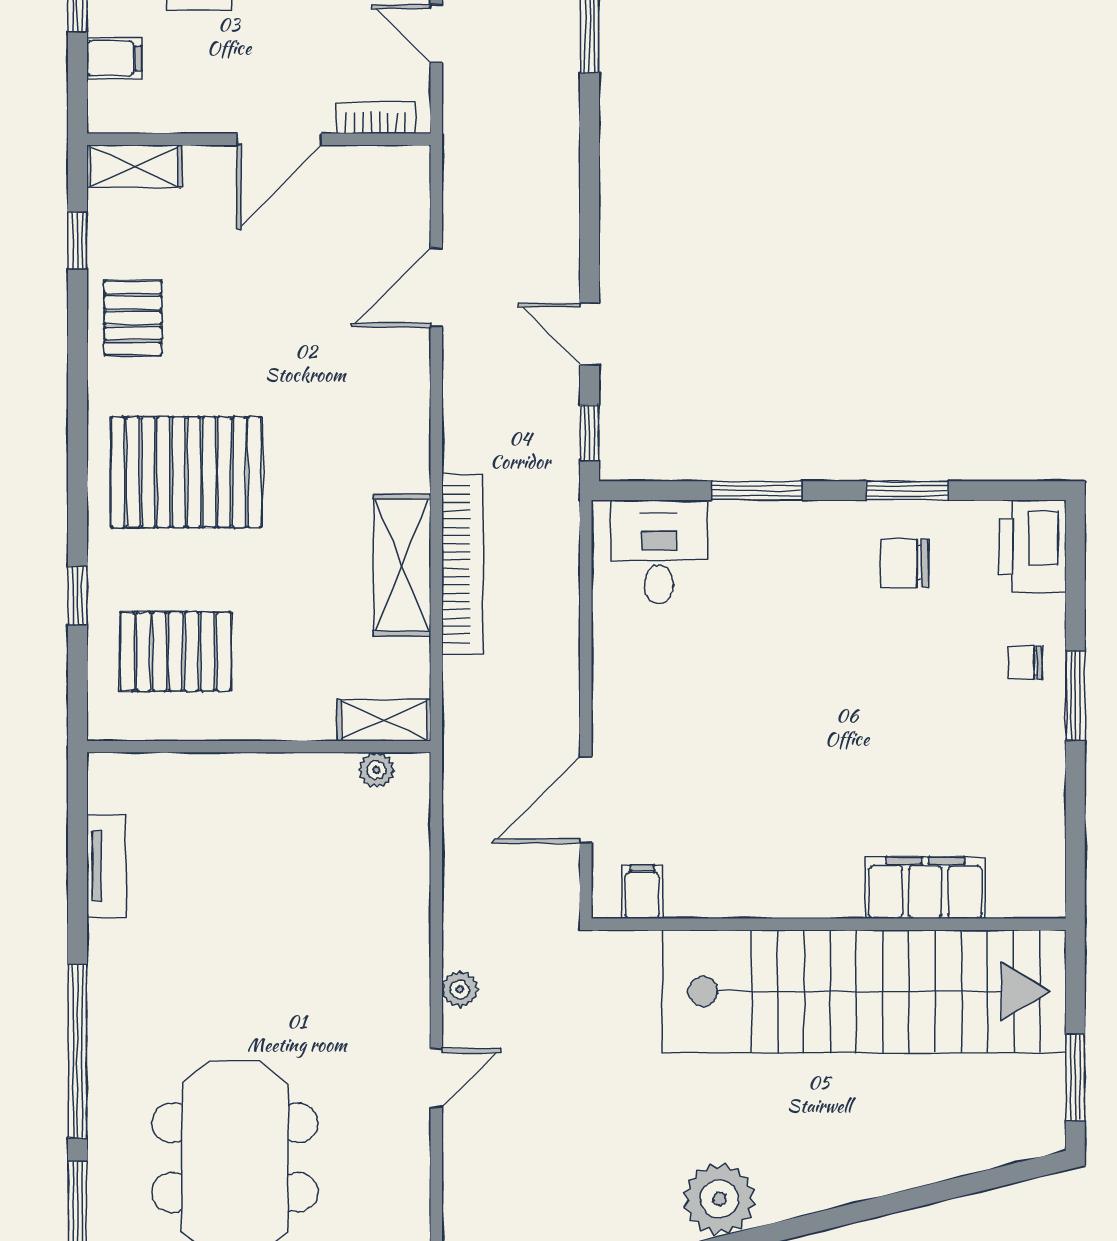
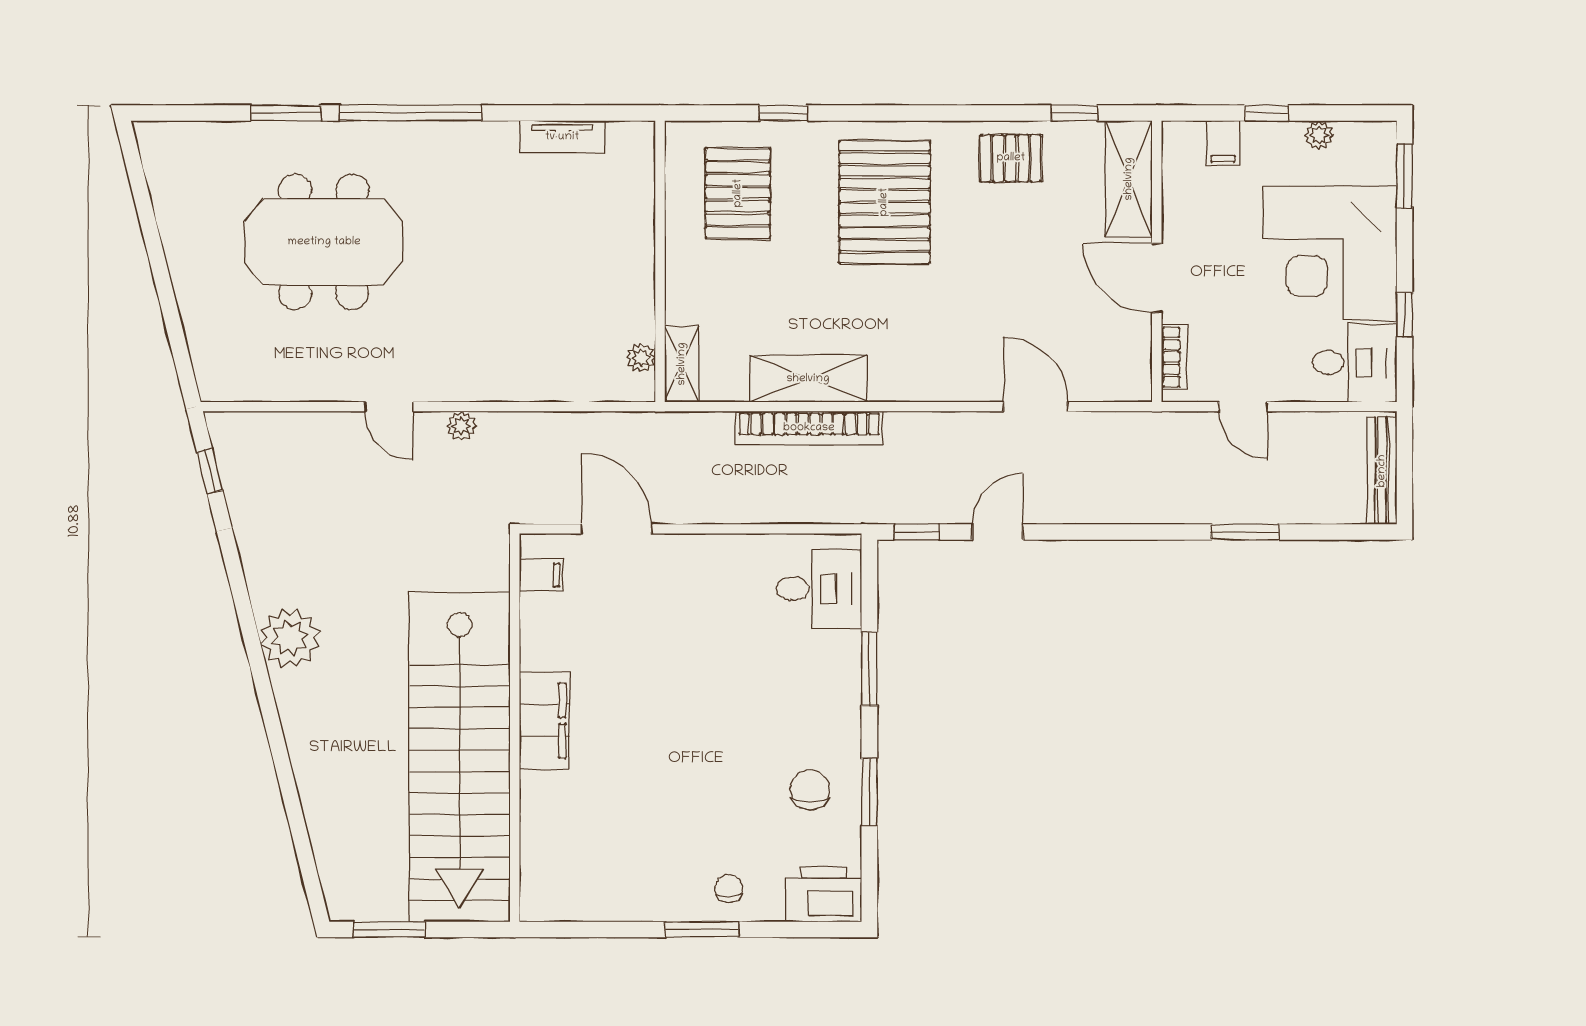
door: (436, 34) -> (1243, 407), swing flipped
shelving: (134, 166) -> (1129, 179), width x1.50, depth x1.33
filing cabinet: (925, 888) -> (544, 721), moved

